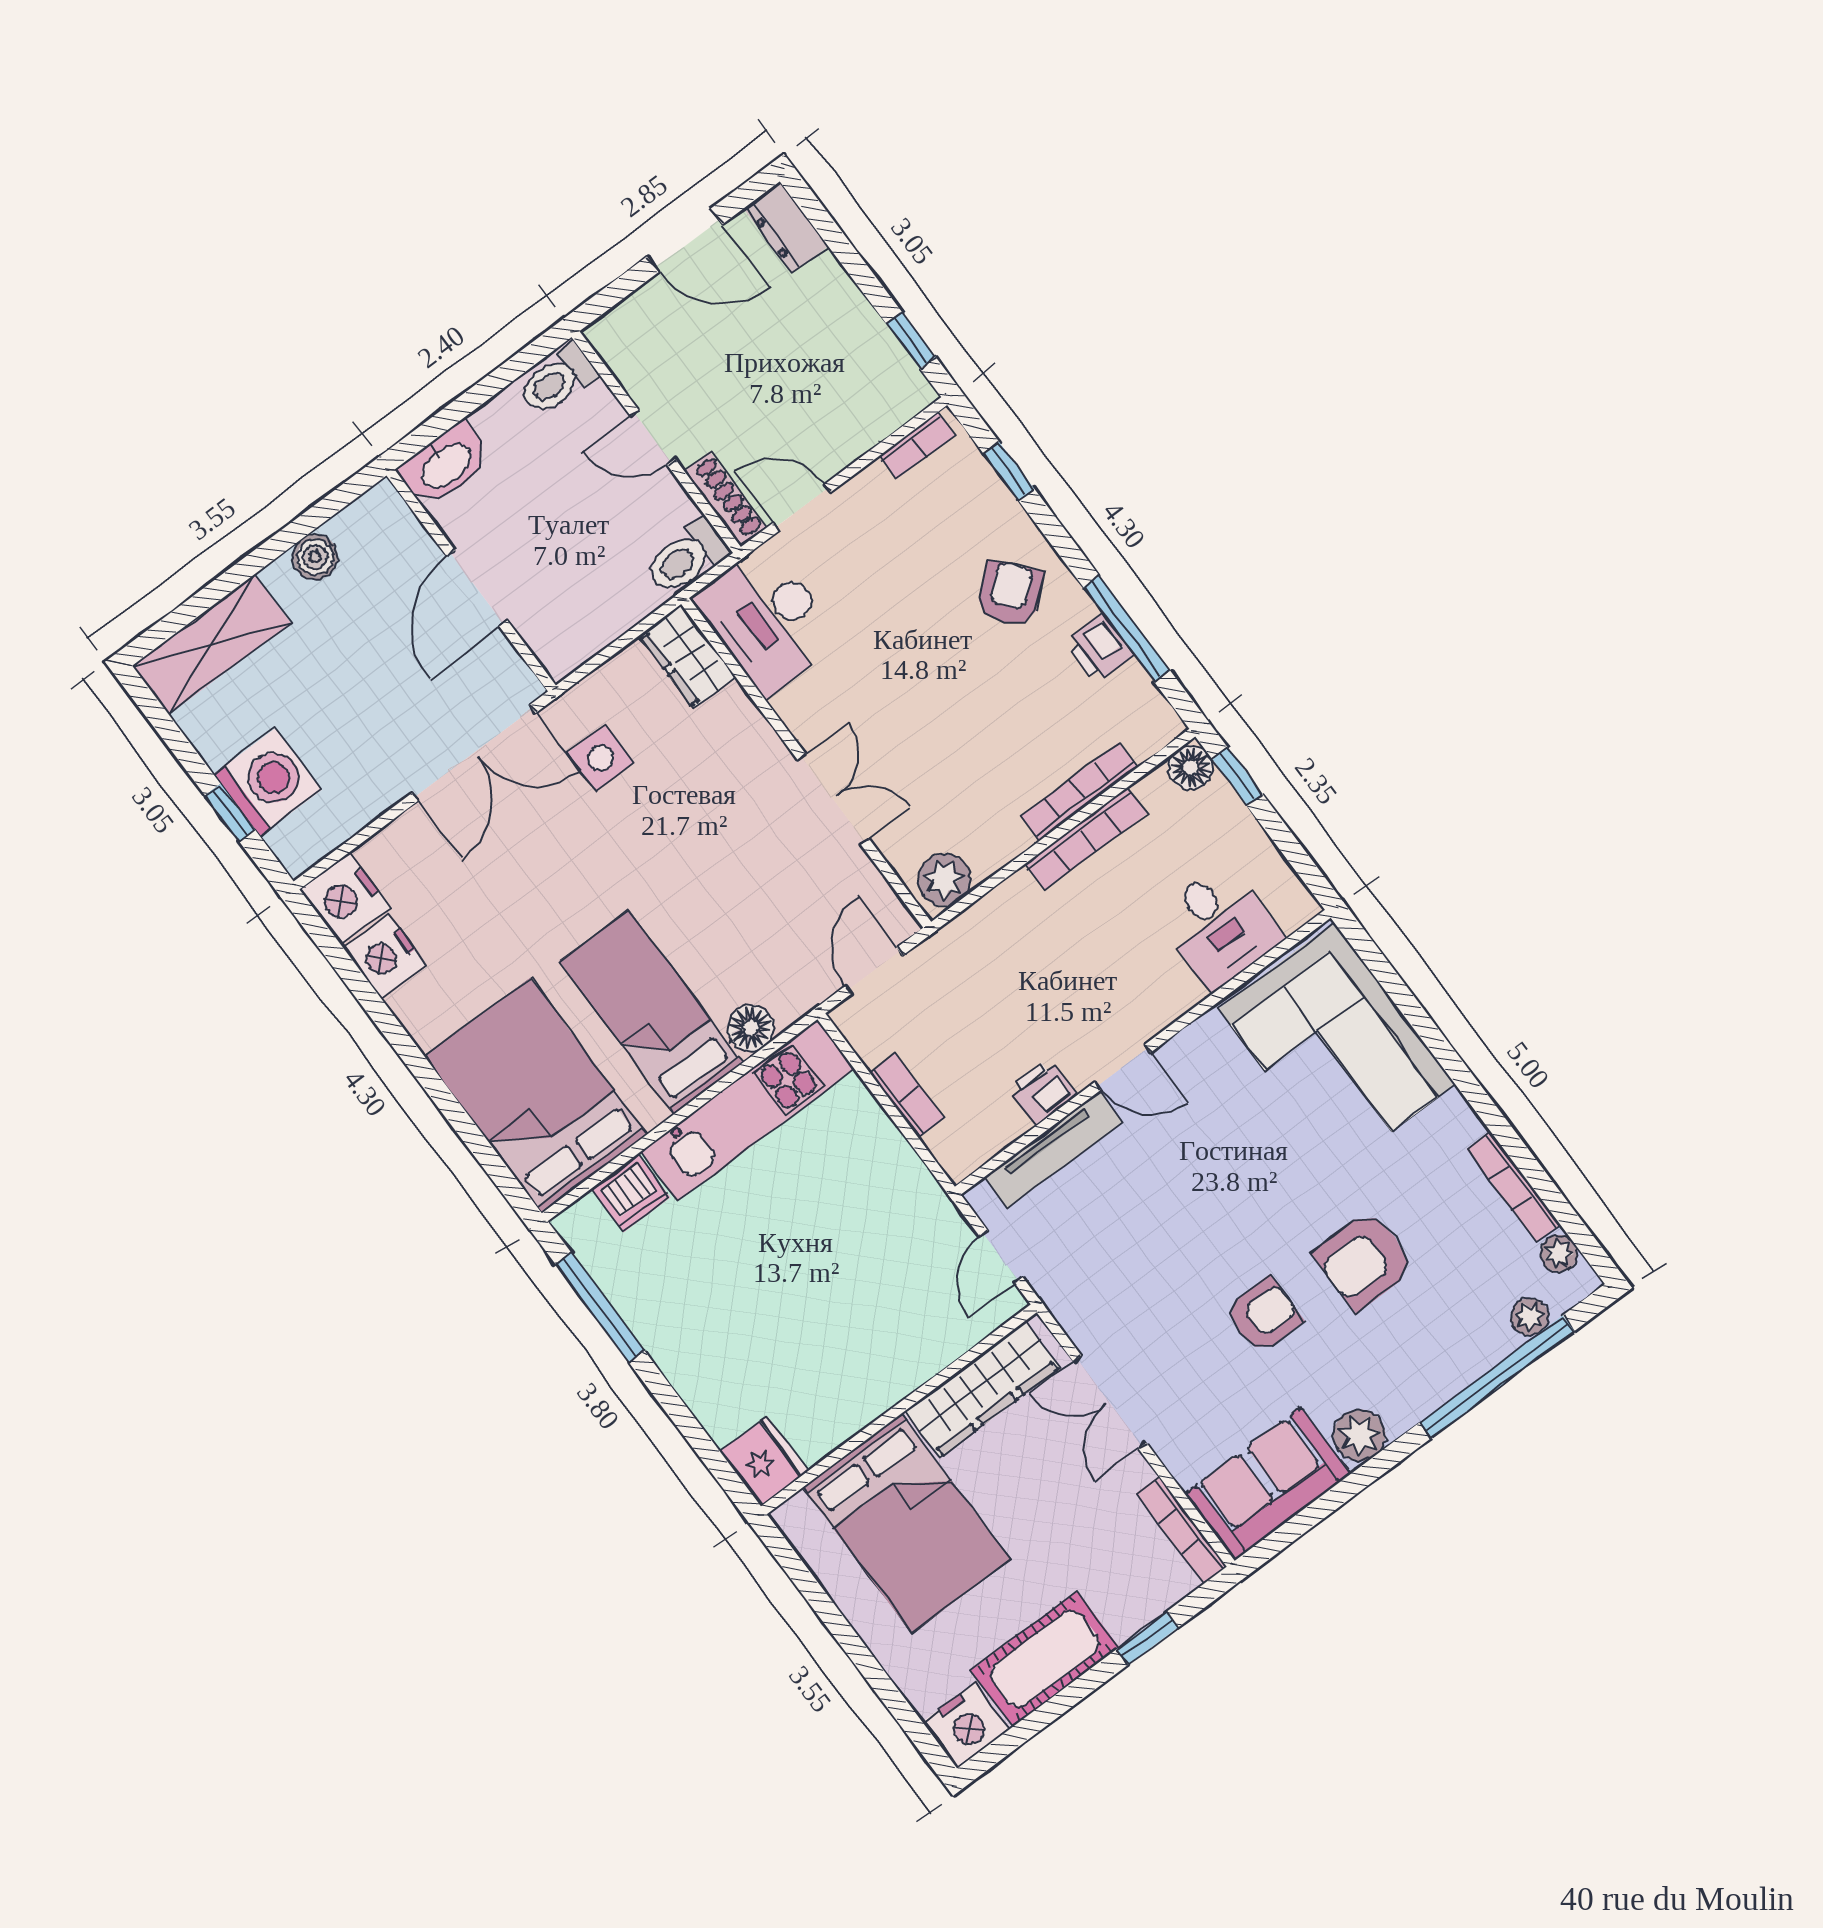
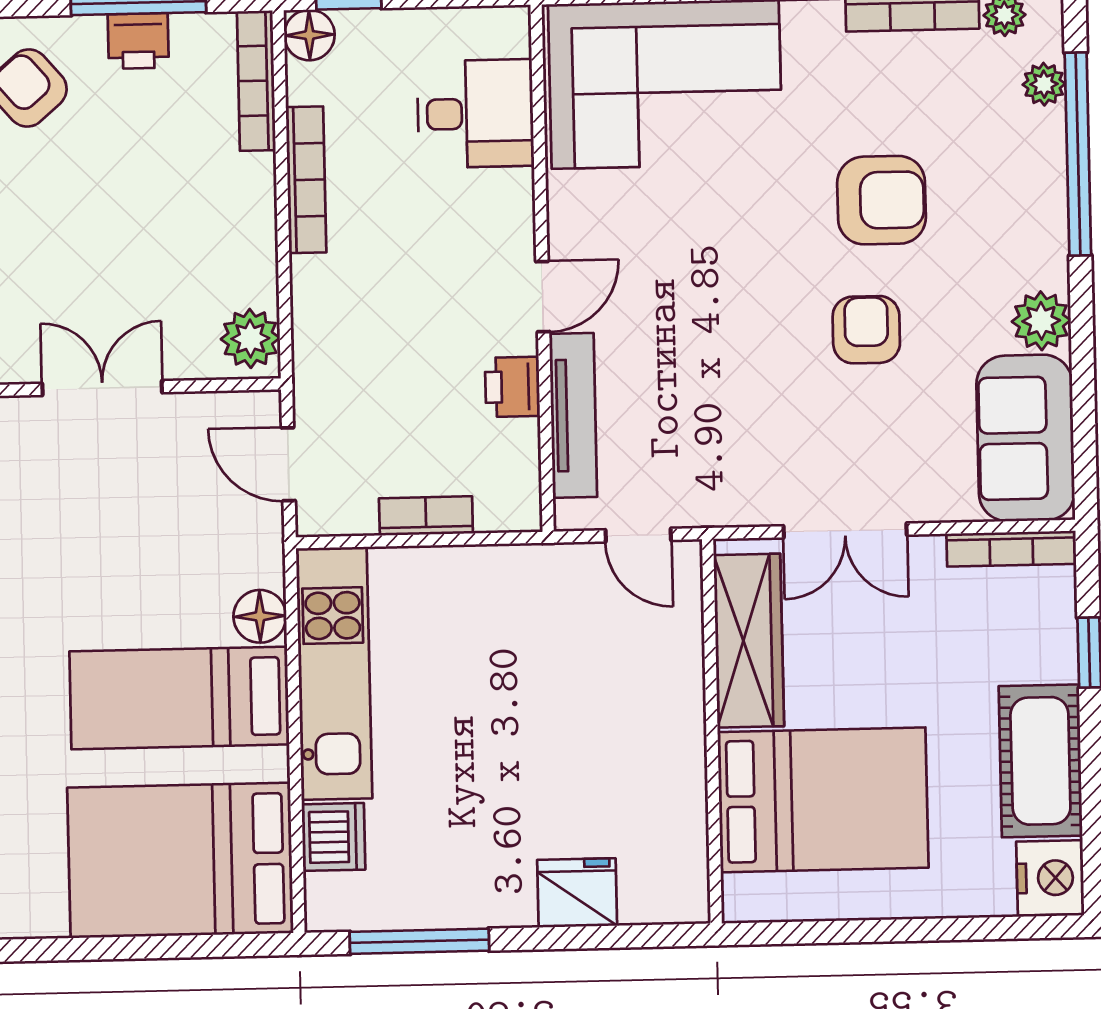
bookcase: (1079, 792) -> (256, 81), moved
armchair: (1364, 1260) -> (881, 200), turned -90
fridge: (764, 1461) -> (577, 893), moved

